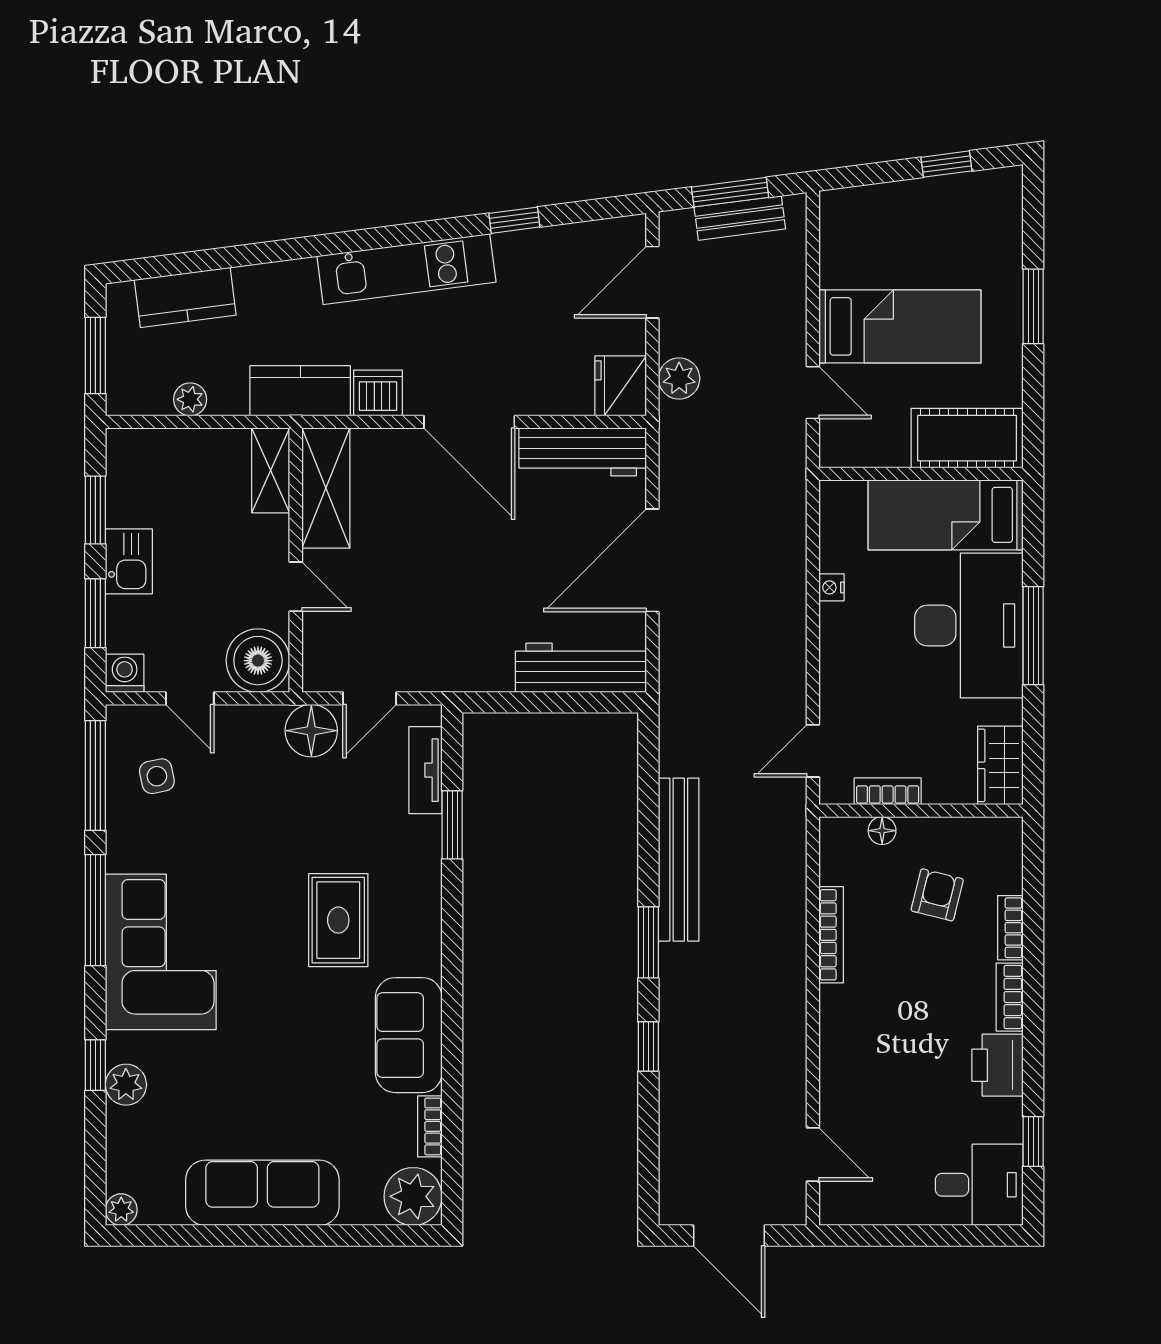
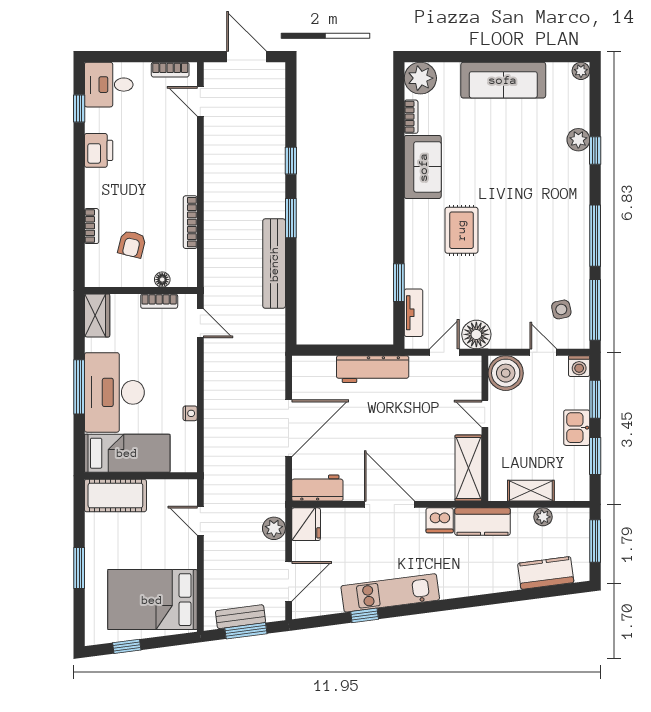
kitchen unit: (406, 269) -> (390, 593), moved
bed: (900, 326) -> (152, 600), moved, width x1.50
workbench: (583, 452) -> (317, 488), width x0.73
shelving: (271, 470) -> (531, 491), moved, turned 90
workbench: (581, 668) -> (373, 369), moved
door: (813, 751) -> (200, 323), hinge flipped
corner sofa: (161, 952) -> (559, 213), removed
bookcase: (1010, 997) -> (170, 70), moved, turned 90

